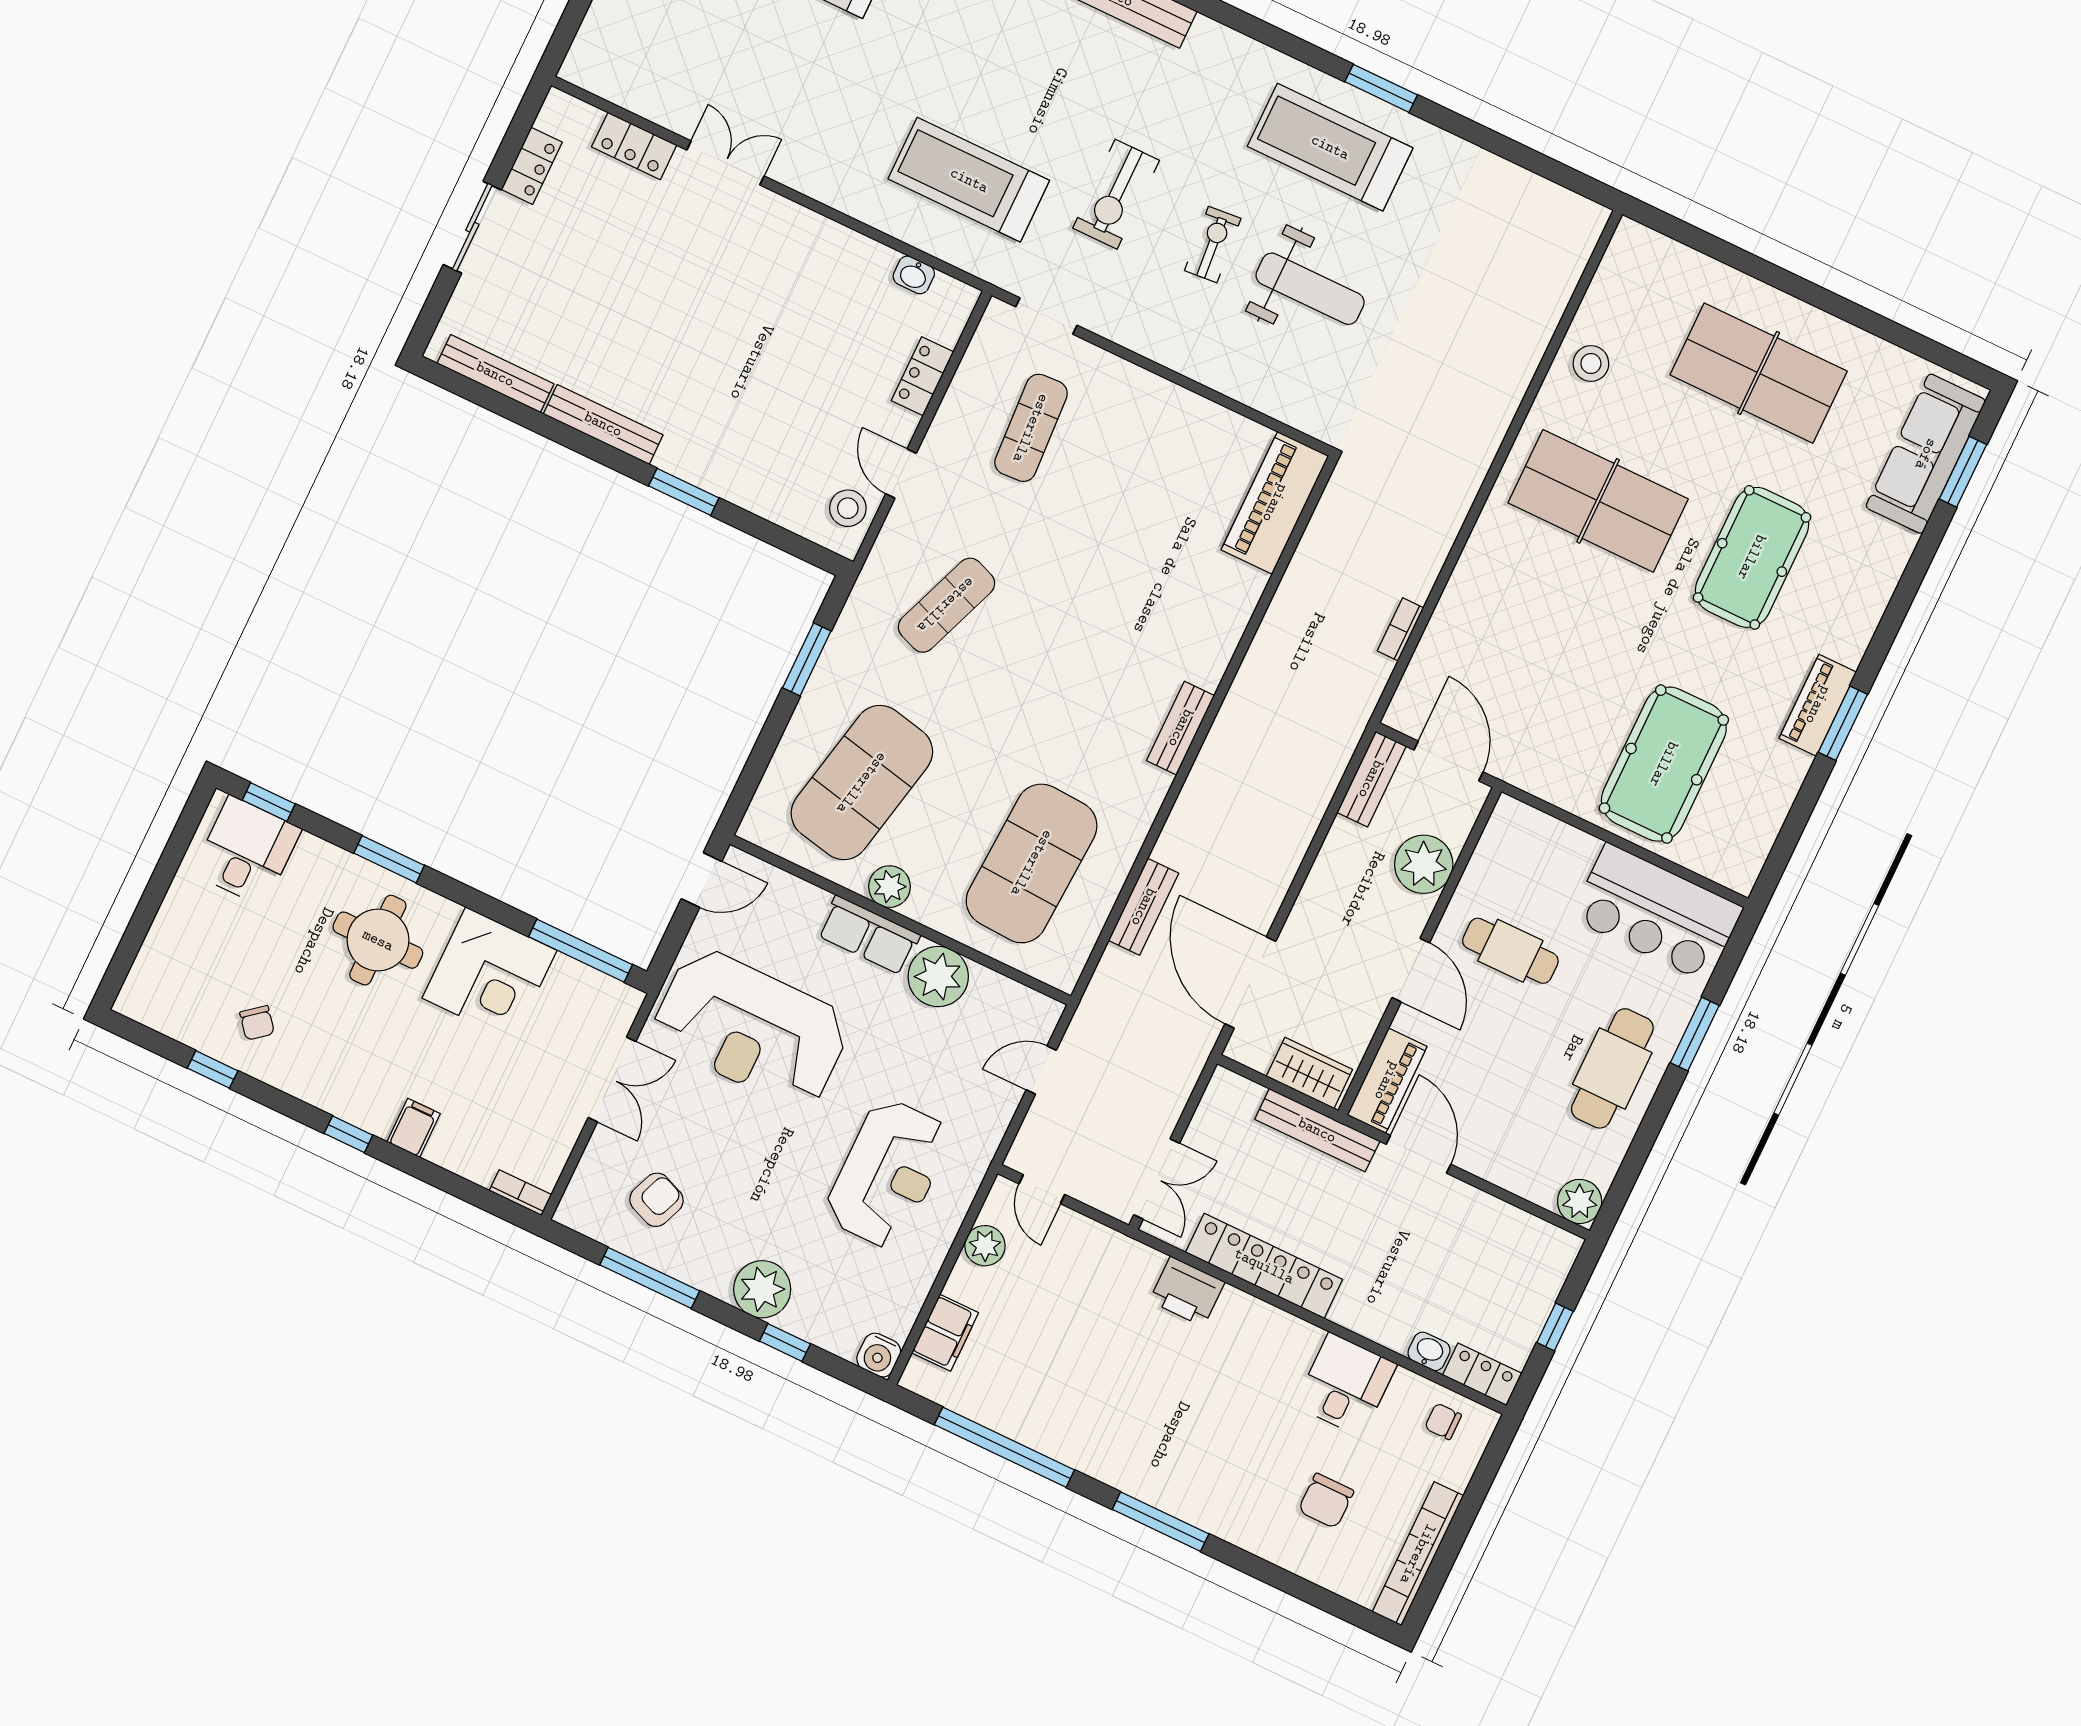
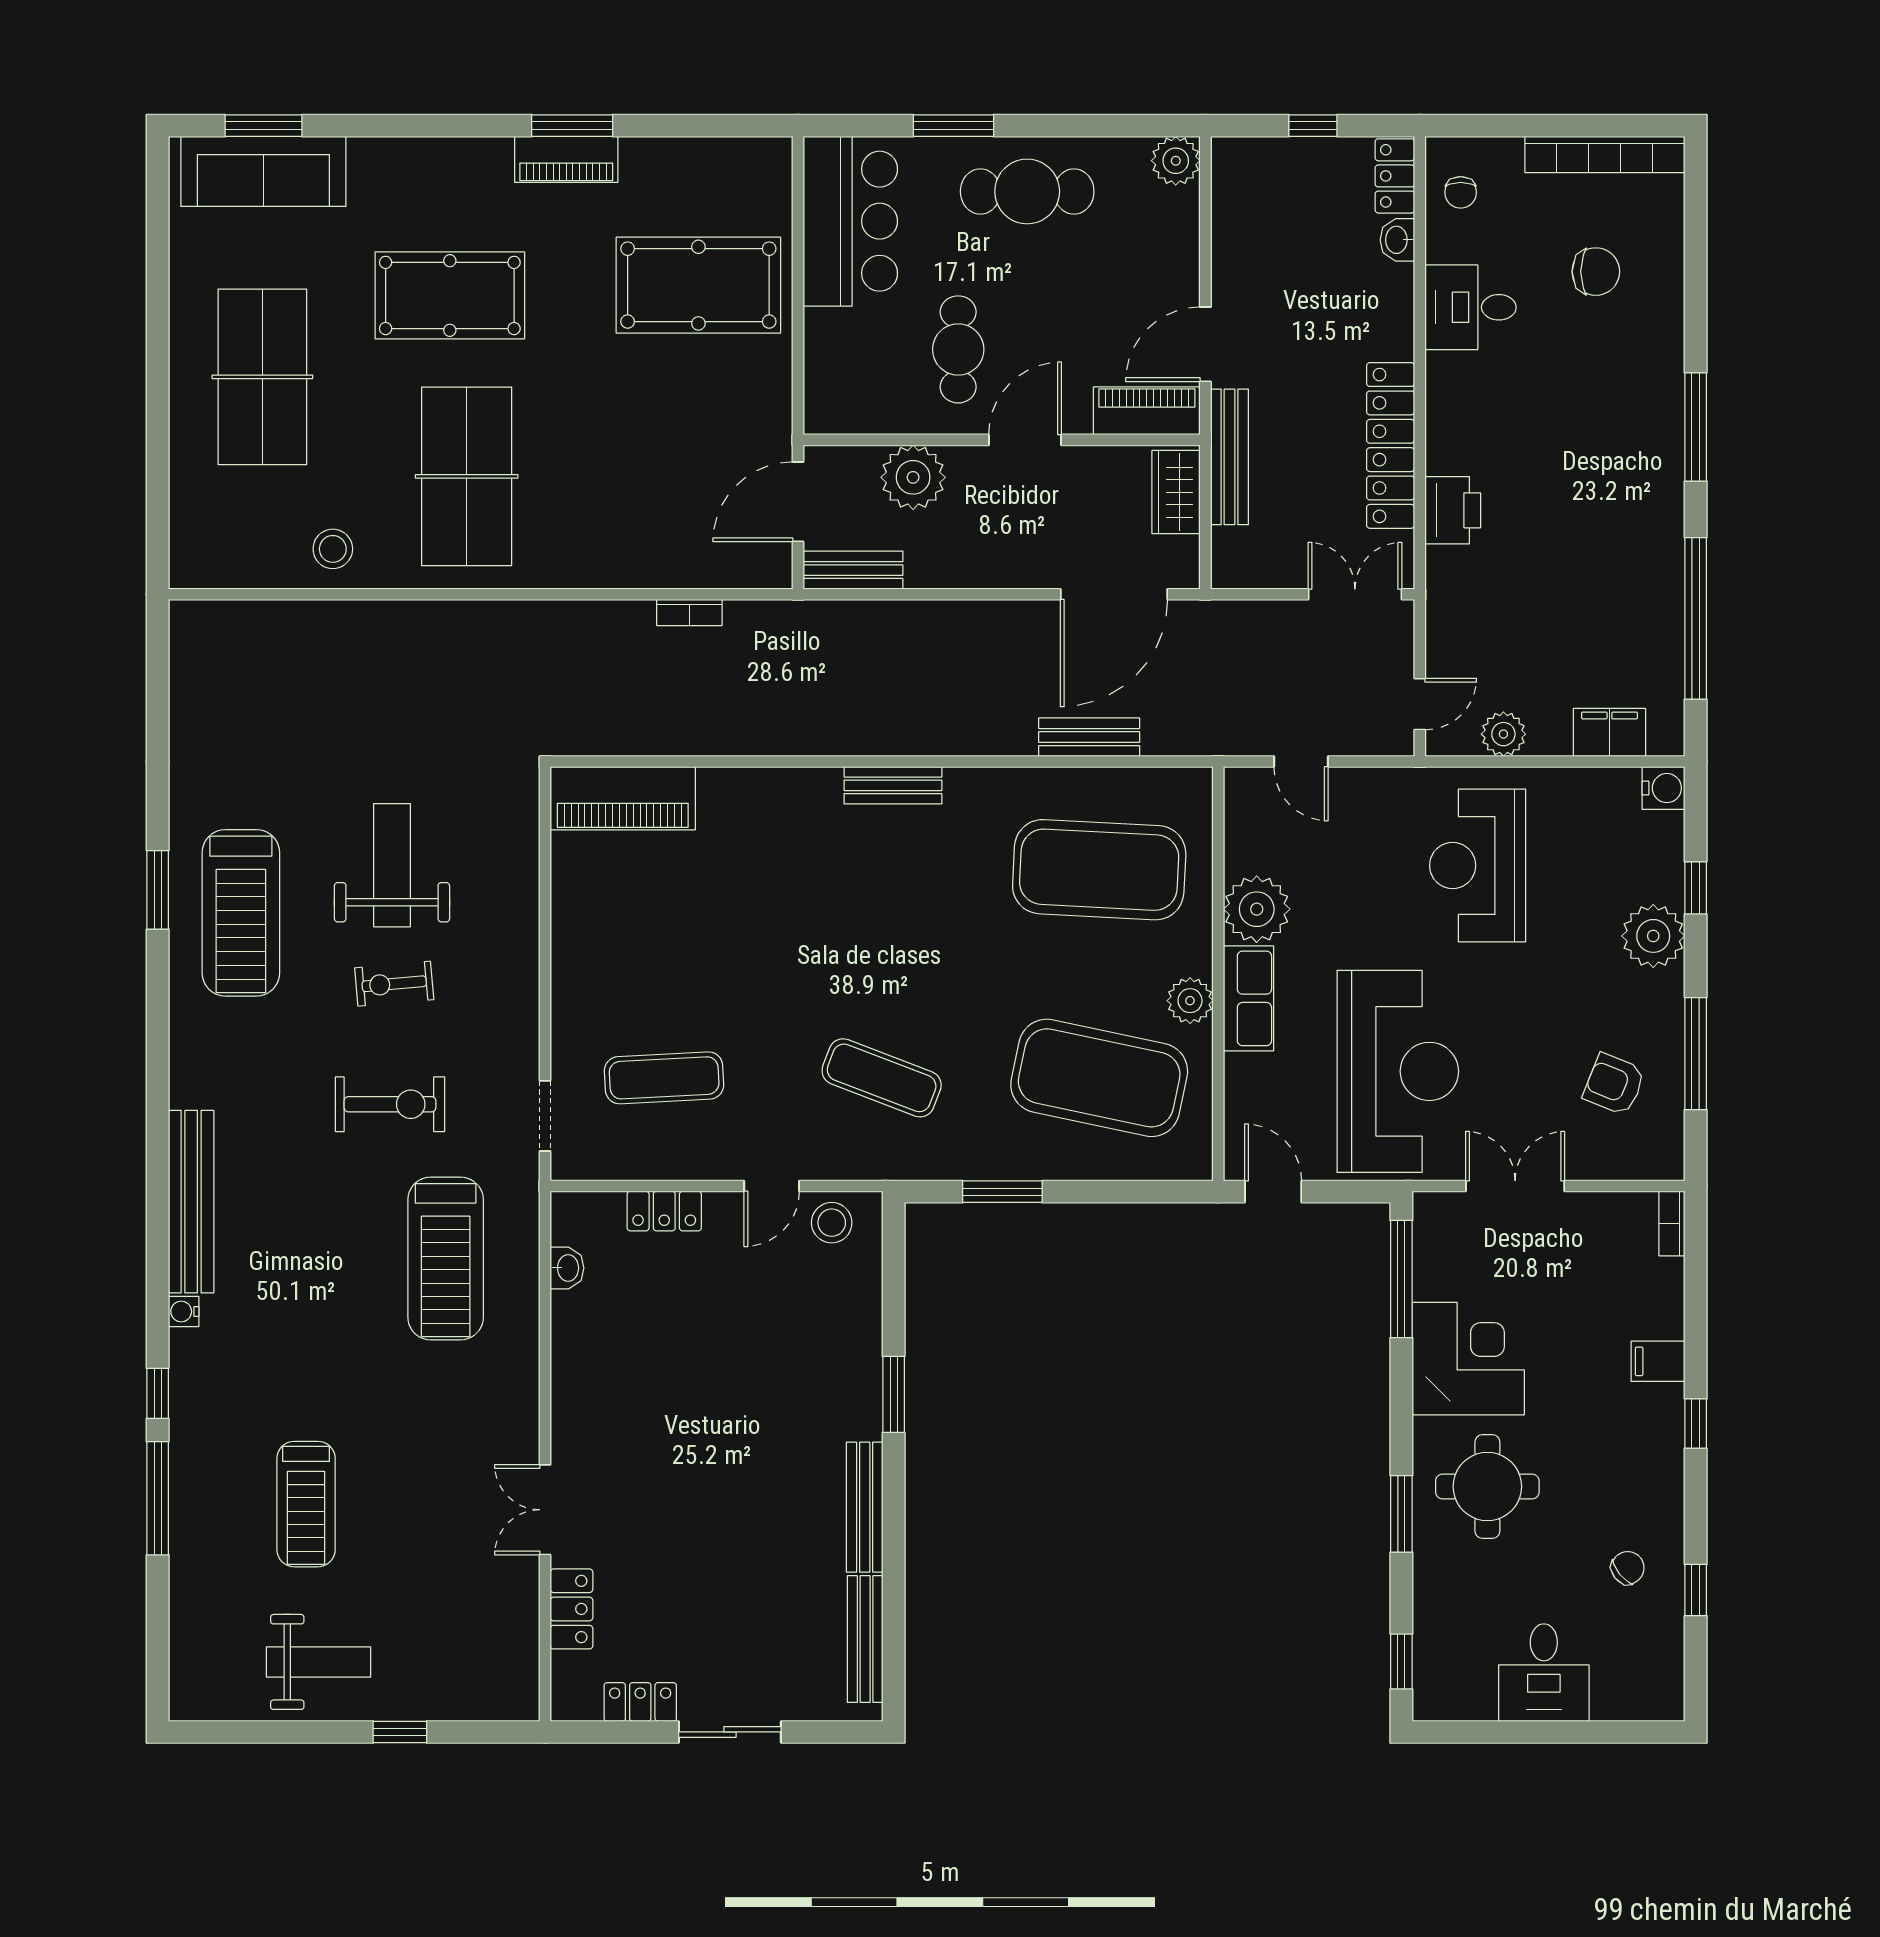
desk: (247, 851) -> (1544, 1673), moved, turned -90
reception desk: (888, 1174) -> (1478, 865), turned -90

